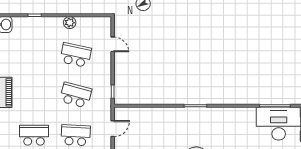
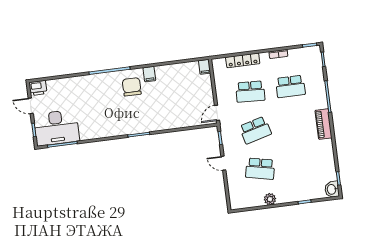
door: (113, 44) -> (223, 163), moved
school desk: (76, 95) -> (255, 130), turned -30
door: (113, 129) -> (217, 113), moved

